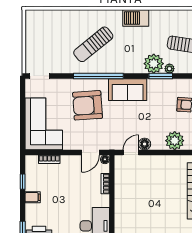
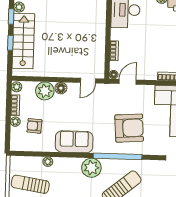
plant: (154, 64) -> (91, 168), moved
window: (161, 76) -> (57, 155), removed
sofa: (128, 90) -> (74, 142), moved
floor lamp: (145, 144) -> (61, 88), moved

